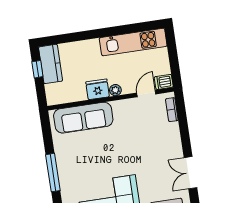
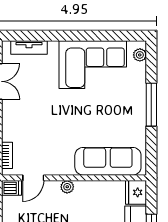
fridge: (98, 89) -> (136, 192), moved, turned 90

